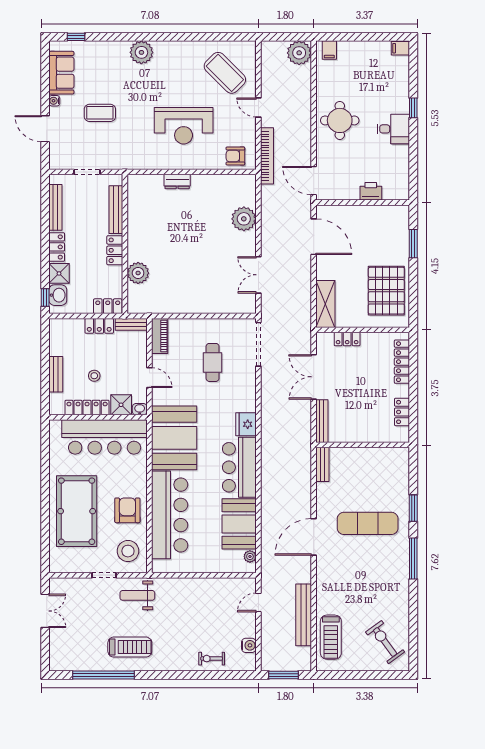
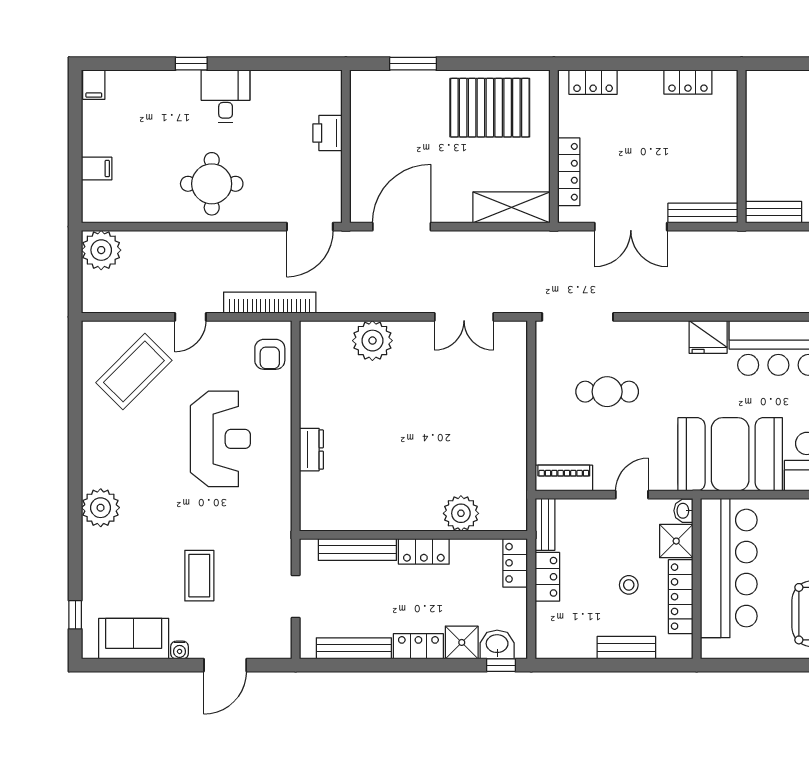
filing cabinet: (329, 50) -> (97, 169), moved
locker: (347, 339) -> (569, 172), width x1.53
locker: (402, 362) -> (593, 82), width x0.66

